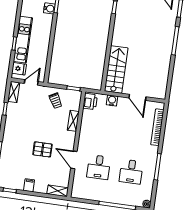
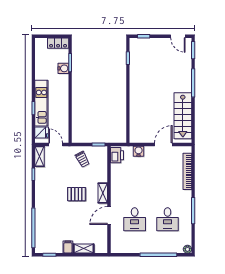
stairs: (116, 69) -> (183, 116), moved, turned 180
door: (31, 82) -> (56, 144), hinge flipped
door: (137, 97) -> (163, 144), swing flipped
shelving: (73, 121) -> (103, 193), moved
pallet: (42, 149) -> (77, 194), moved
door: (74, 160) -> (109, 216), hinge flipped
shelving: (58, 191) -> (84, 249), moved

